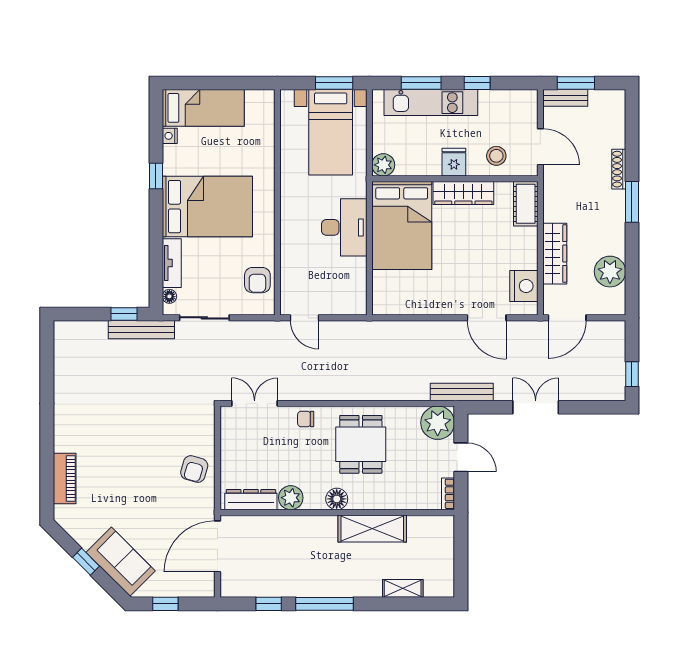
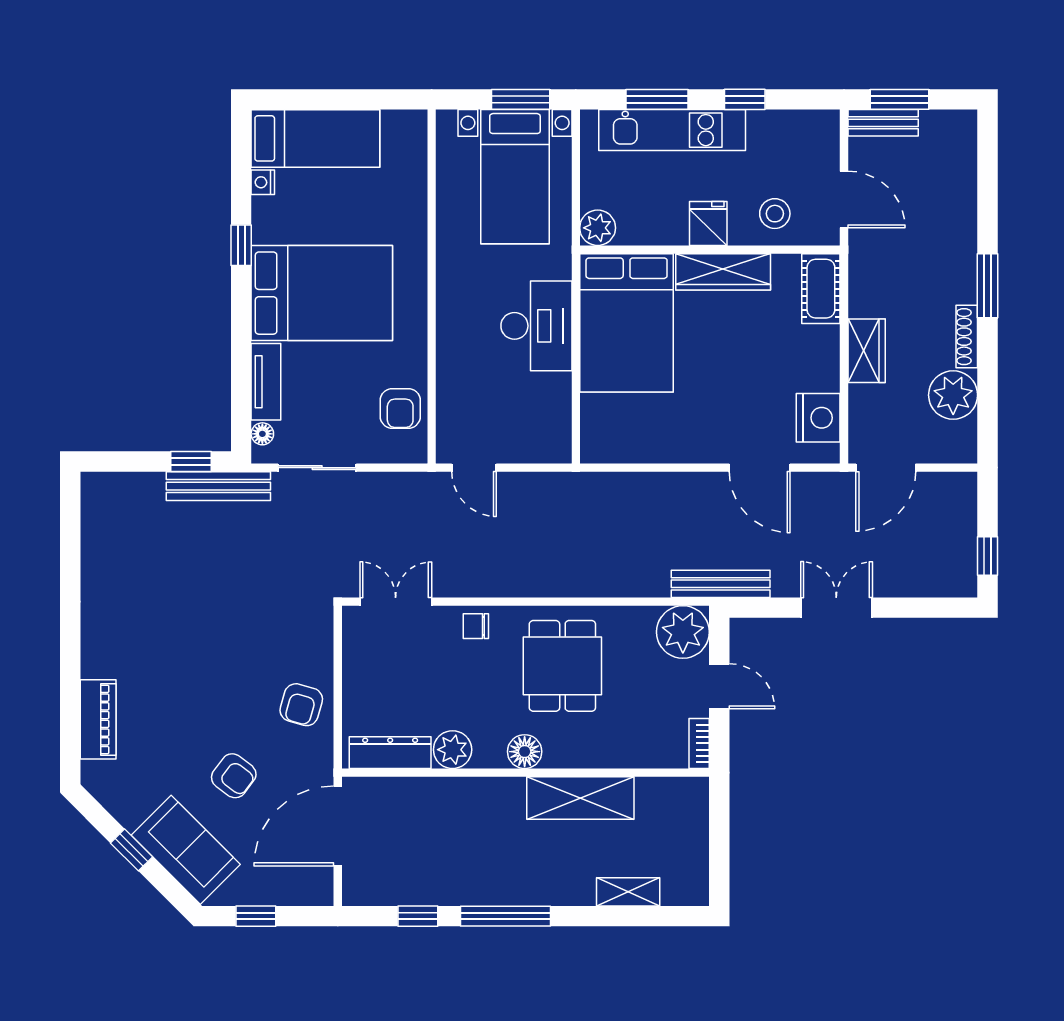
shoe rack: (619, 169) -> (967, 337), moved
wardrobe: (555, 254) -> (867, 351), width x0.67
armchair: (151, 514) -> (234, 776), added

